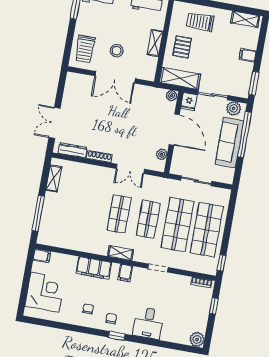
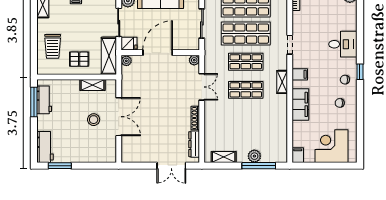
shelving: (155, 43) -> (93, 85), moved
trolley: (85, 49) -> (97, 150), removed
plant: (162, 154) -> (194, 60), moved
plant: (49, 211) -> (254, 156), added

